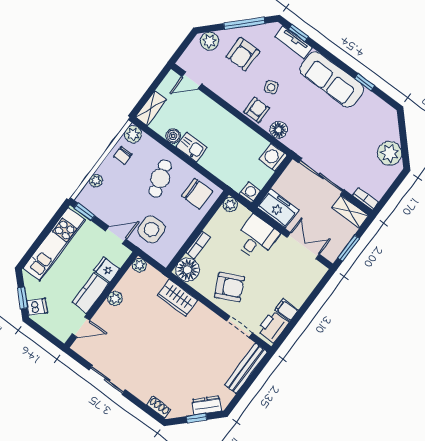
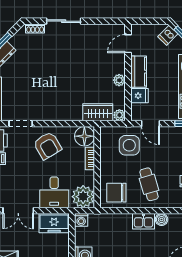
plant: (230, 205) -> (83, 197), width x1.87, depth x1.87
door: (116, 235) -> (151, 124), hinge flipped
armchair: (229, 287) -> (47, 146), turned -95
wardrobe: (177, 298) -> (98, 112), moved
sliding door: (107, 380) -> (64, 21), moved

